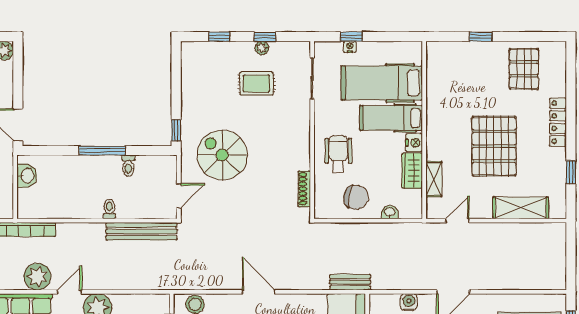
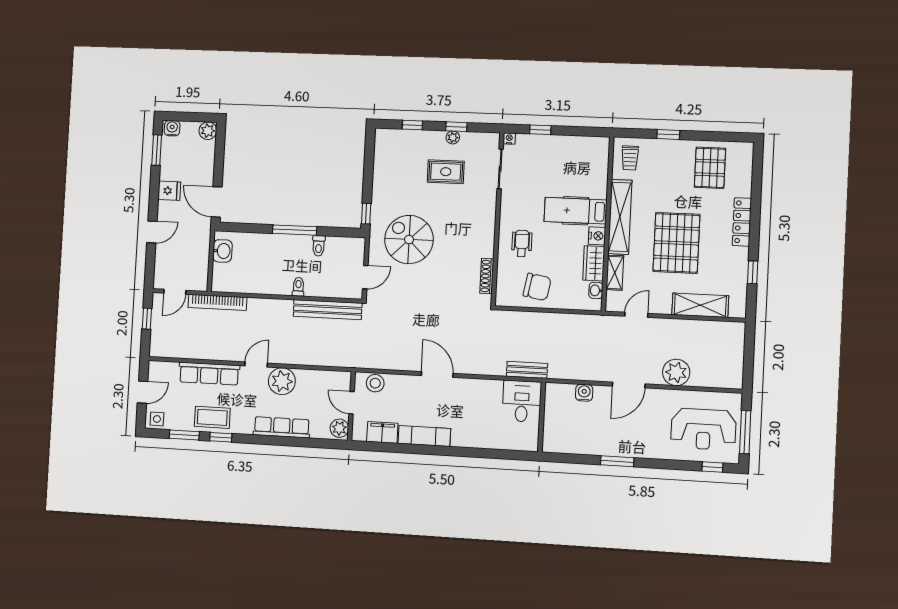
nightstand: (350, 47) -> (509, 139), moved
trolley: (443, 62) -> (630, 158), added
hospital bed: (382, 83) -> (568, 176), removed
shelving: (436, 122) -> (620, 217), added
wheelchair: (338, 154) -> (522, 243), width x0.73, depth x0.73
washbasin: (390, 212) -> (596, 290), moved, turned -90
plant: (37, 277) -> (676, 372), moved

